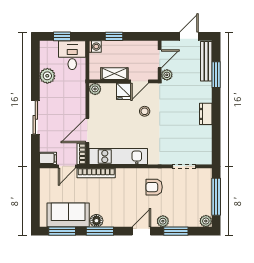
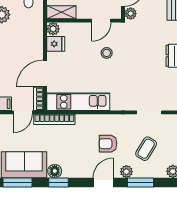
shelving: (114, 74) -> (61, 12), moved
fridge: (124, 91) -> (56, 44), moved, turned -90
armchair: (154, 187) -> (108, 144), moved
coffee table: (181, 200) -> (146, 149), added
window: (100, 231) -> (58, 182), width x0.67

